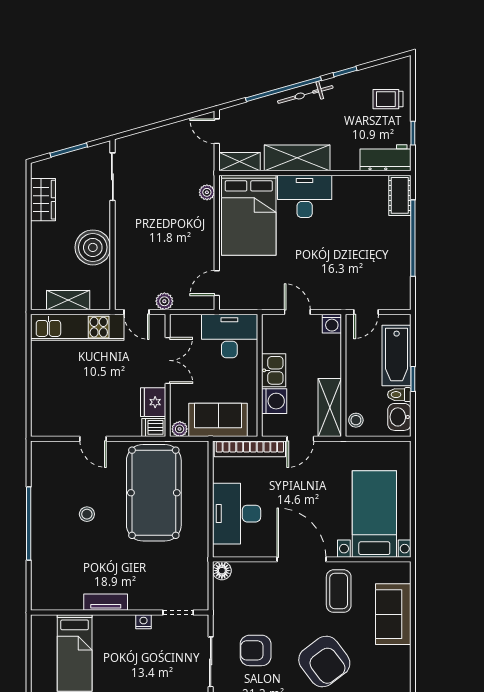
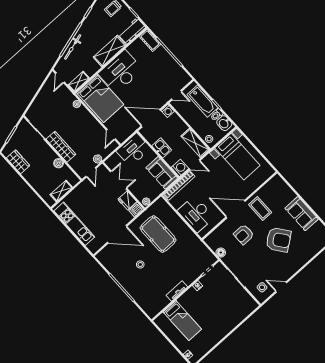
bicycle: (305, 94) -> (73, 47), moved
door: (217, 131) -> (60, 78), hinge flipped
shelving: (297, 158) -> (110, 51), moved
desk: (305, 196) -> (120, 72), width x1.36, depth x1.30
wardrobe: (127, 234) -> (61, 147), added
boiler: (93, 247) -> (59, 163), width x0.54, depth x0.54
door: (137, 312) -> (91, 172), hinge flipped
door: (297, 312) -> (151, 118), width x1.87
door: (366, 312) -> (177, 95), hinge flipped
kitchen unit: (77, 327) -> (74, 224), moved, turned -90
washing machine: (274, 401) -> (180, 168), moved
sofa: (218, 420) -> (162, 173), moved, turned -90
door: (93, 439) -> (117, 234), width x1.88
door: (300, 439) -> (195, 165), hinge flipped
pool table: (154, 493) -> (158, 234), width x0.73, depth x0.76
bed with nightstands: (374, 514) -> (237, 157), moved, turned 180
floor lamp: (222, 571) -> (221, 253), moved
sofa: (393, 614) -> (302, 214), moved
armchair: (256, 650) -> (244, 234), moved

